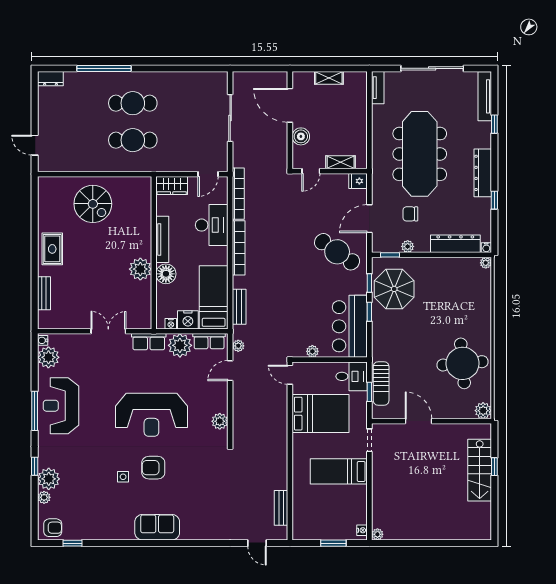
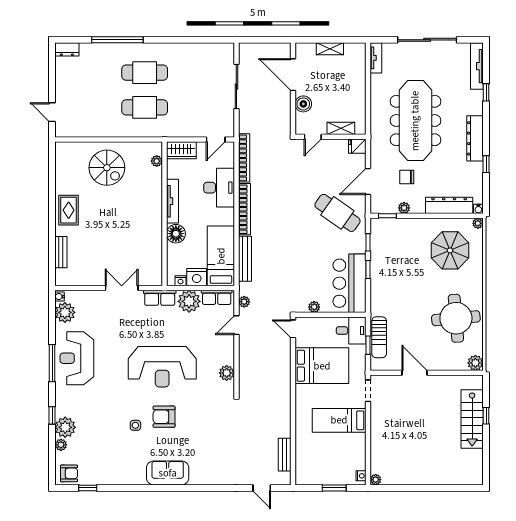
plant: (140, 269) -> (157, 161), moved, width x0.53, depth x0.53
parasol: (394, 289) -> (450, 250), moved
bench: (239, 307) -> (245, 259), width x1.36

